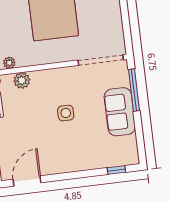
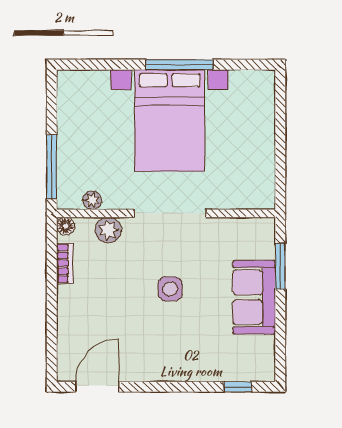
doorway: (101, 60) -> (170, 213), moved
window: (134, 90) -> (280, 266), width x0.69

